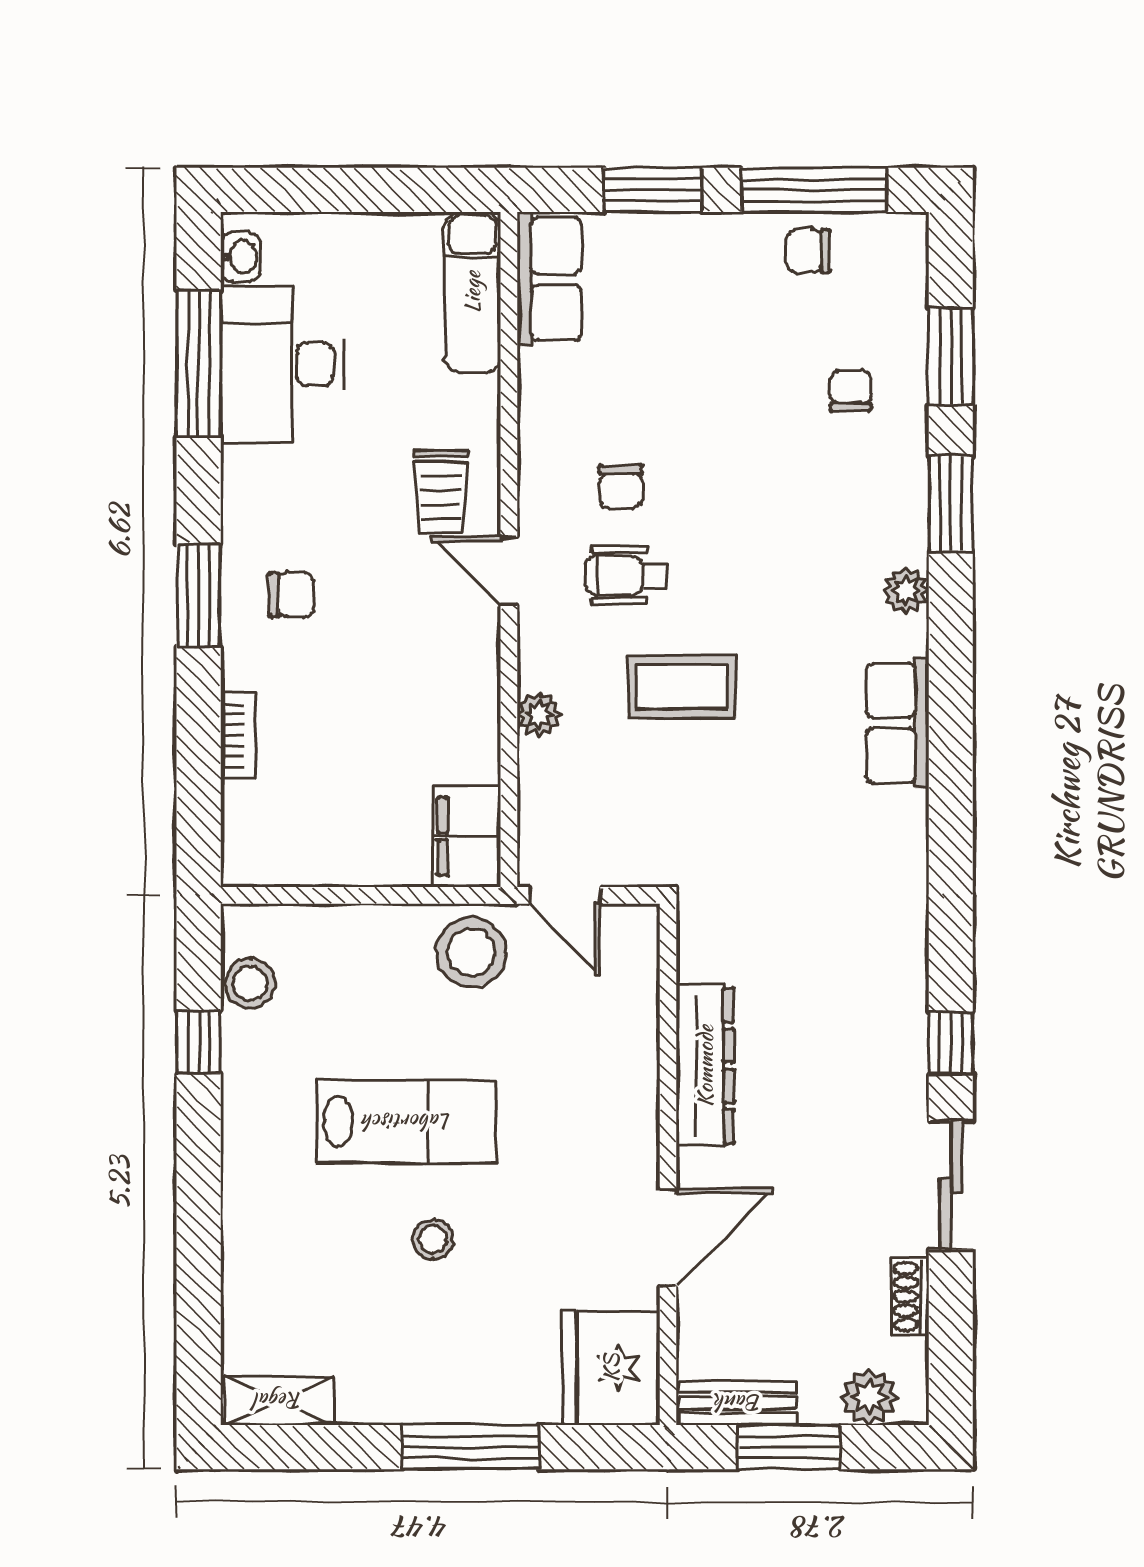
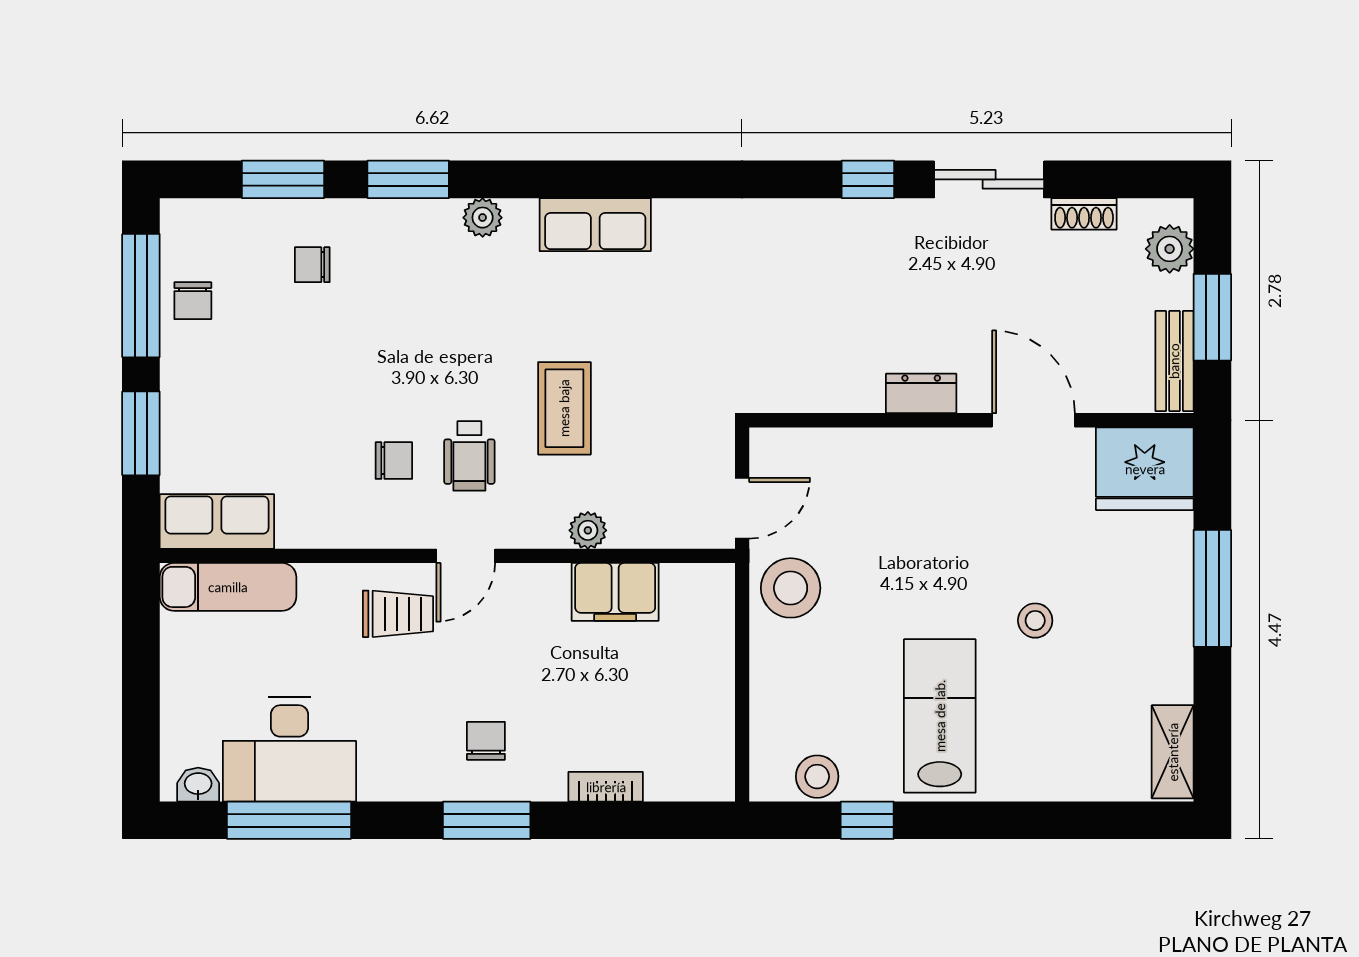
filing cabinet: (467, 836) -> (615, 592), moved
dresser: (705, 1066) -> (921, 393), width x0.51, depth x0.80
lab bench: (407, 1122) -> (940, 716), moved

